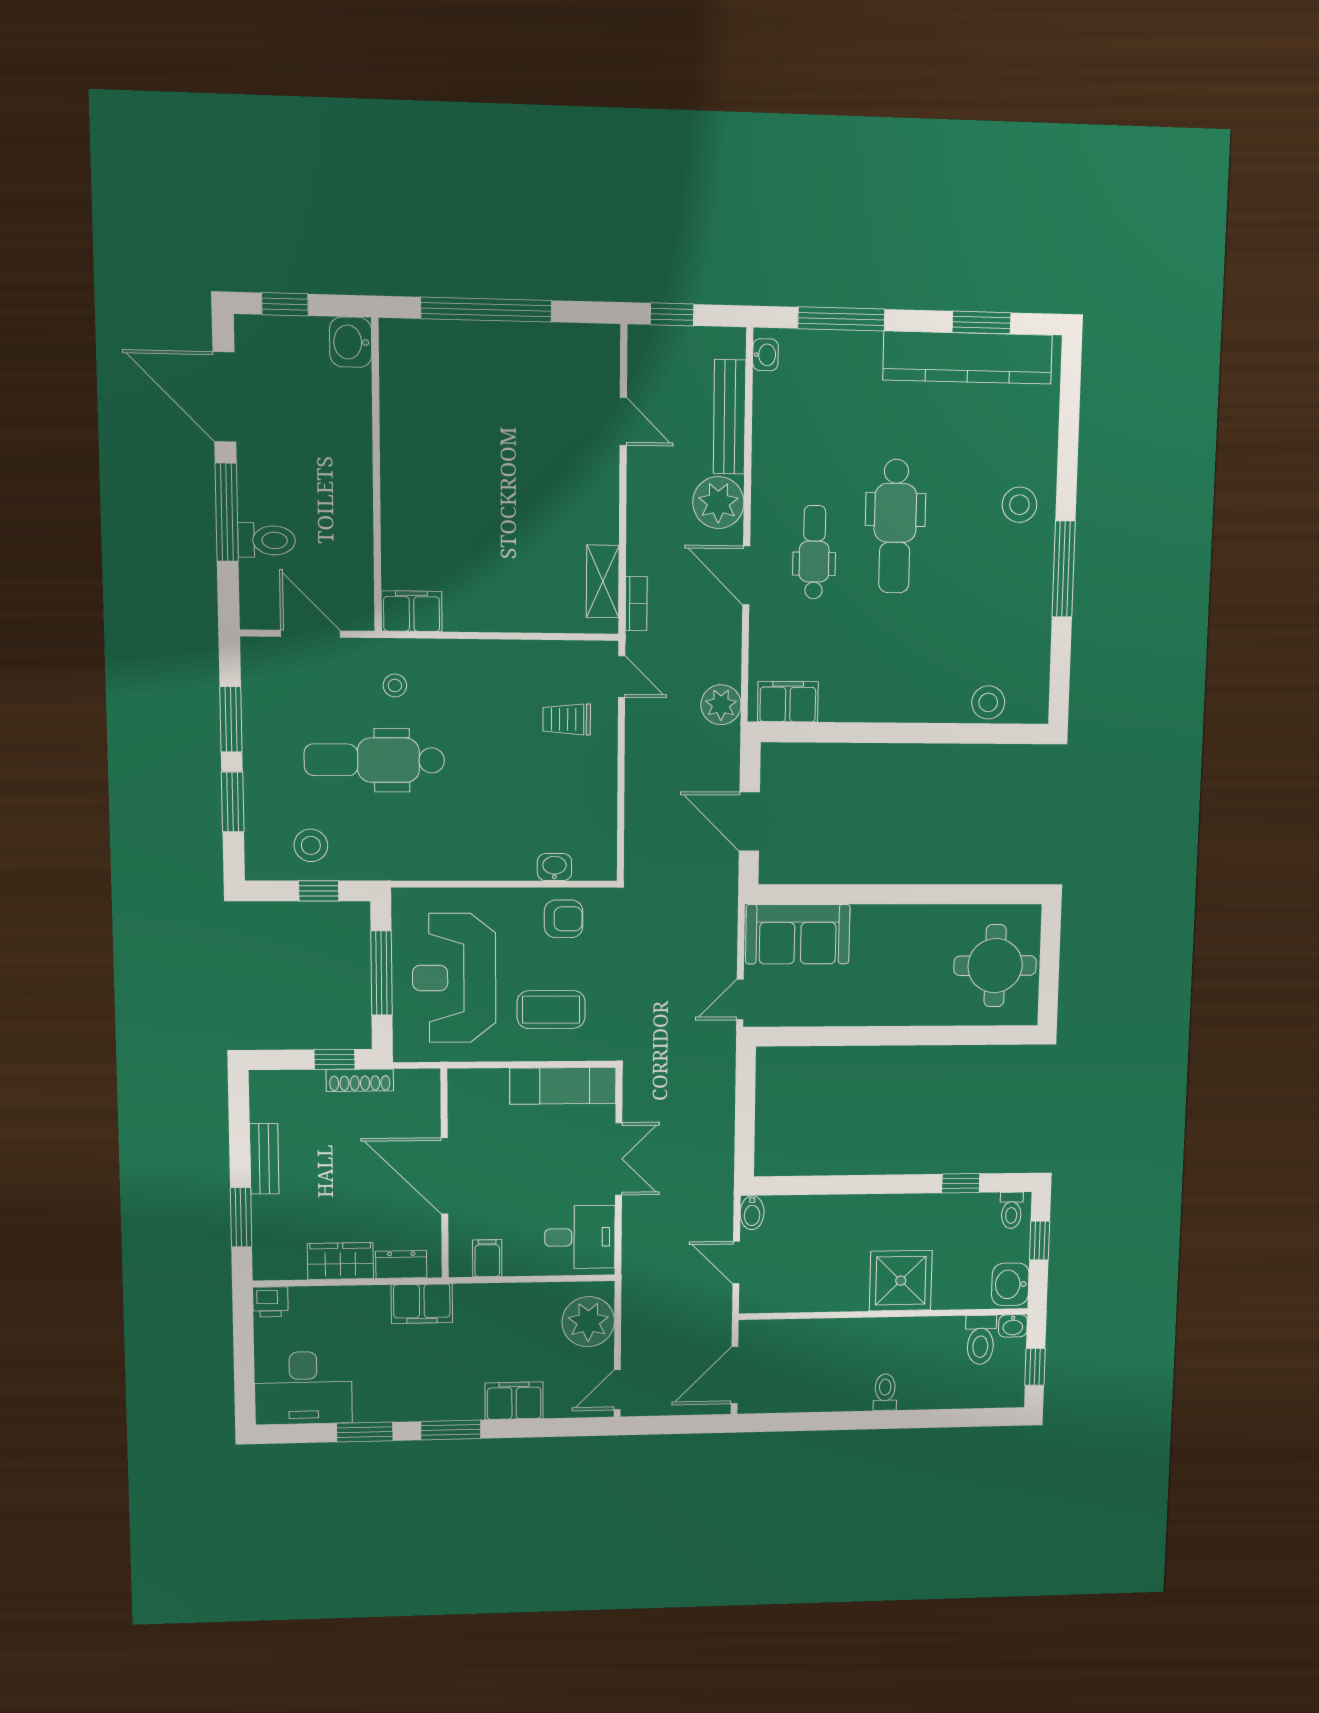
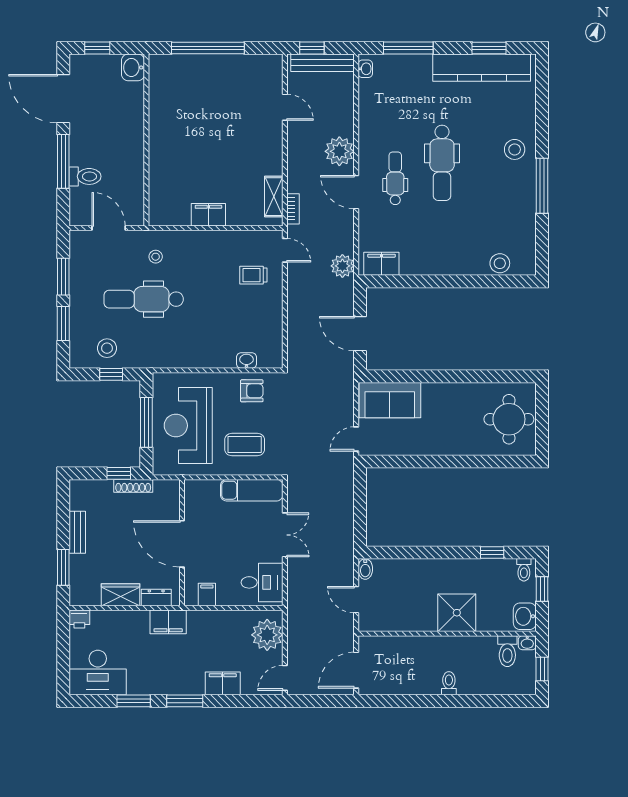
bench: (730, 417) -> (322, 63), moved, turned 90
filing cabinet: (412, 611) -> (208, 215), moved

